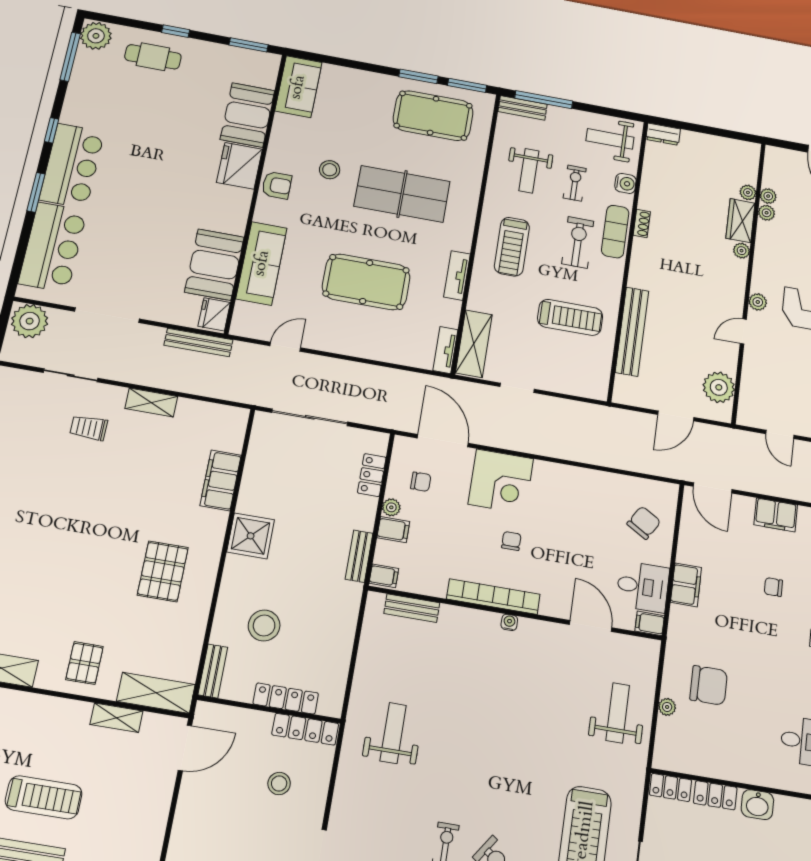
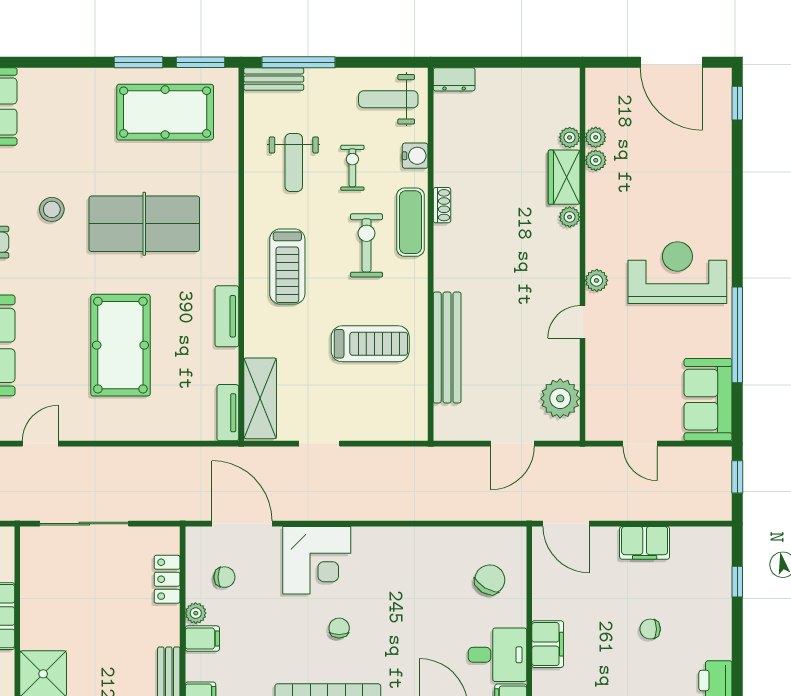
pool table: (366, 282) -> (120, 345), turned 90

